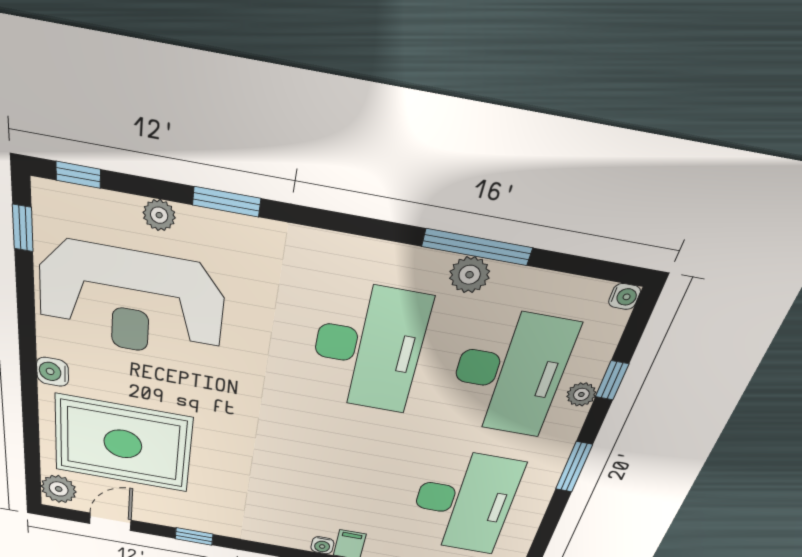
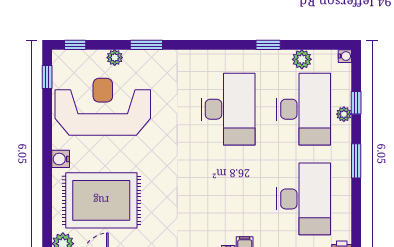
window: (477, 247) -> (268, 45), width x0.46
plant: (470, 275) -> (302, 59), moved
reception desk: (131, 301) -> (103, 107), turned 180

